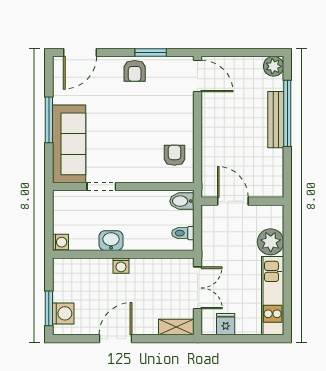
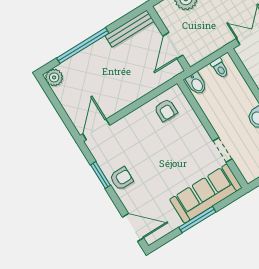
bench: (276, 120) -> (130, 28), moved
armchair: (174, 155) -> (166, 110), turned -90

